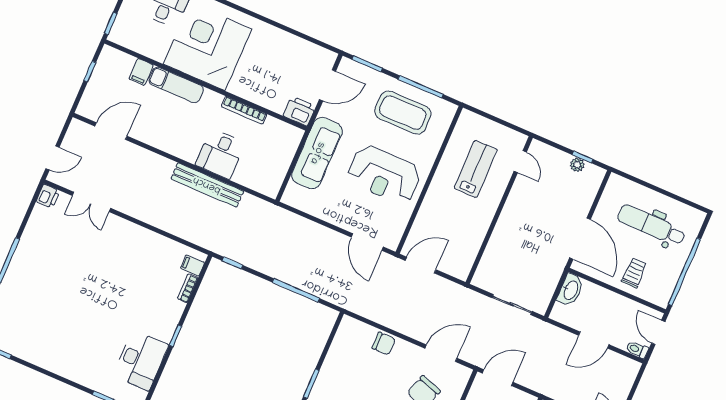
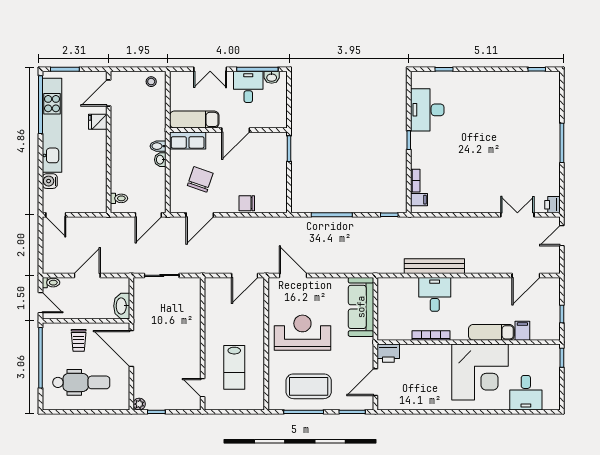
sofa: (317, 153) -> (361, 307), moved
plant: (577, 165) -> (139, 404), moved

